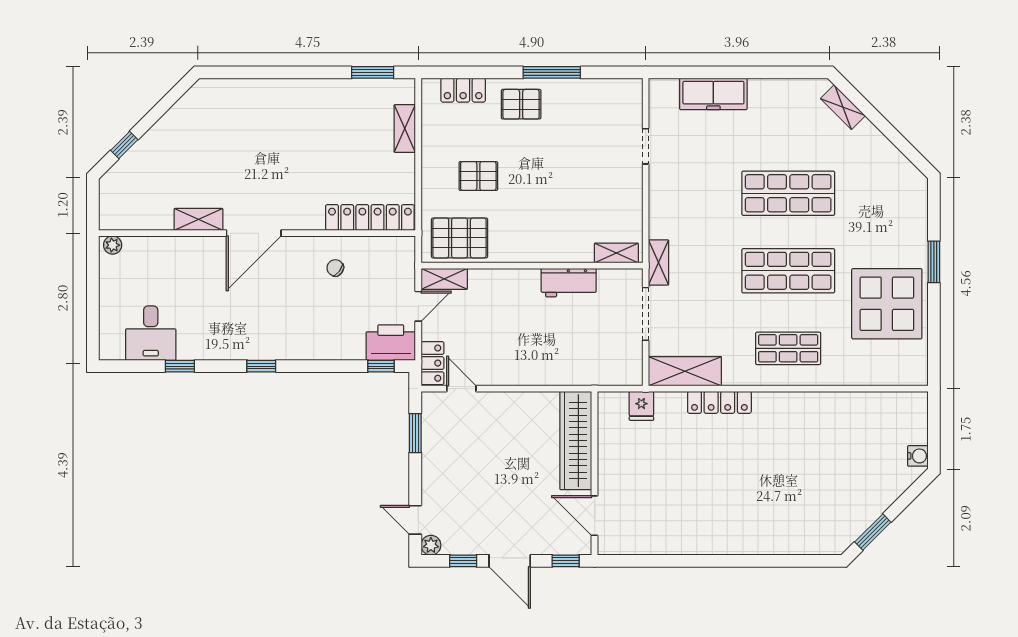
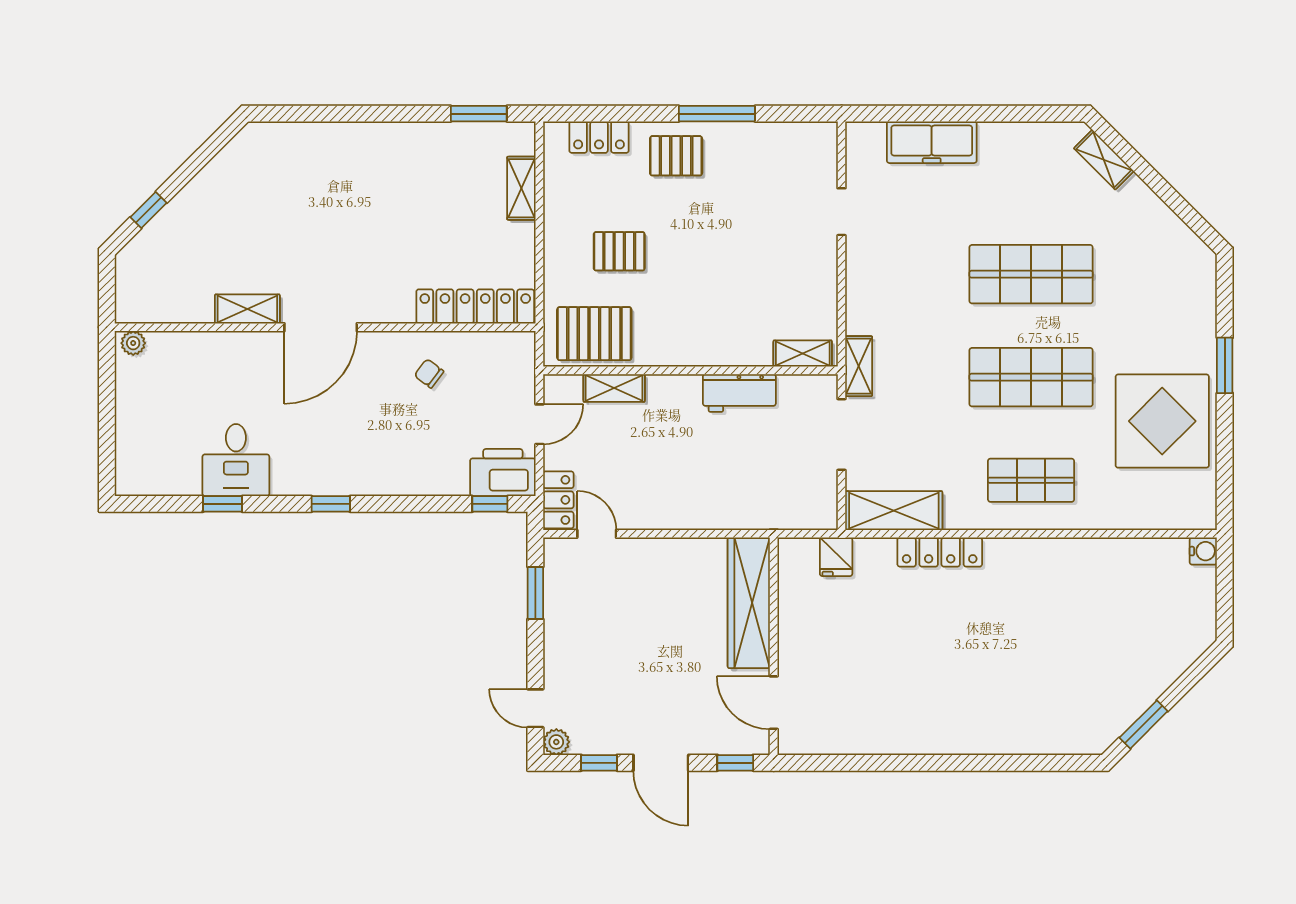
shelving: (444, 279) -> (614, 388), moved
desk: (151, 333) -> (236, 460), moved
water cooler: (918, 456) -> (1203, 551), moved

